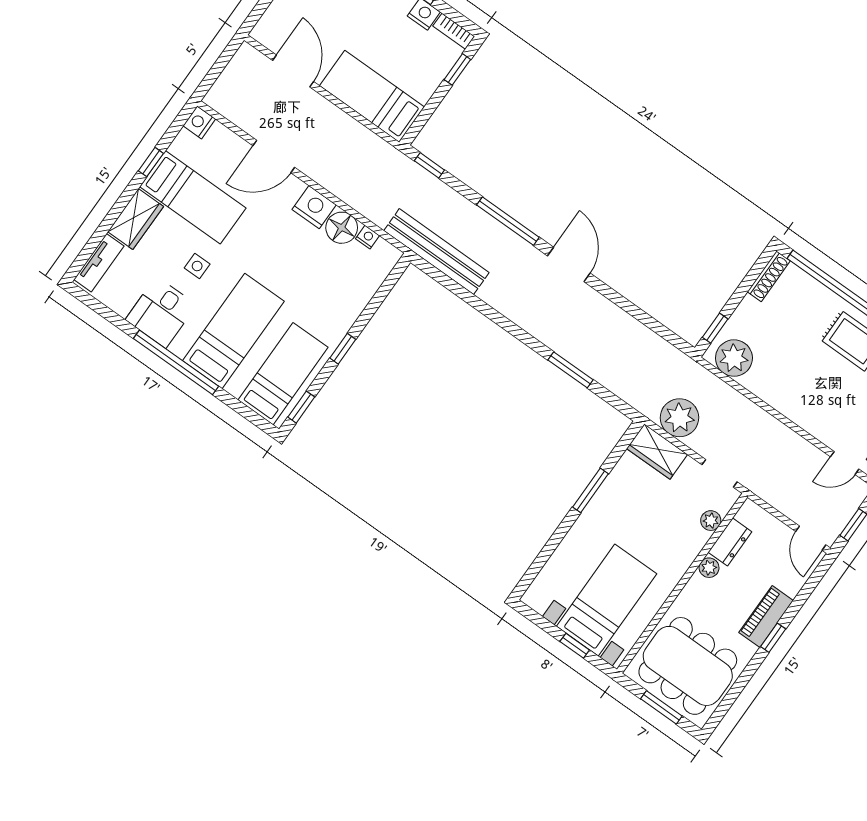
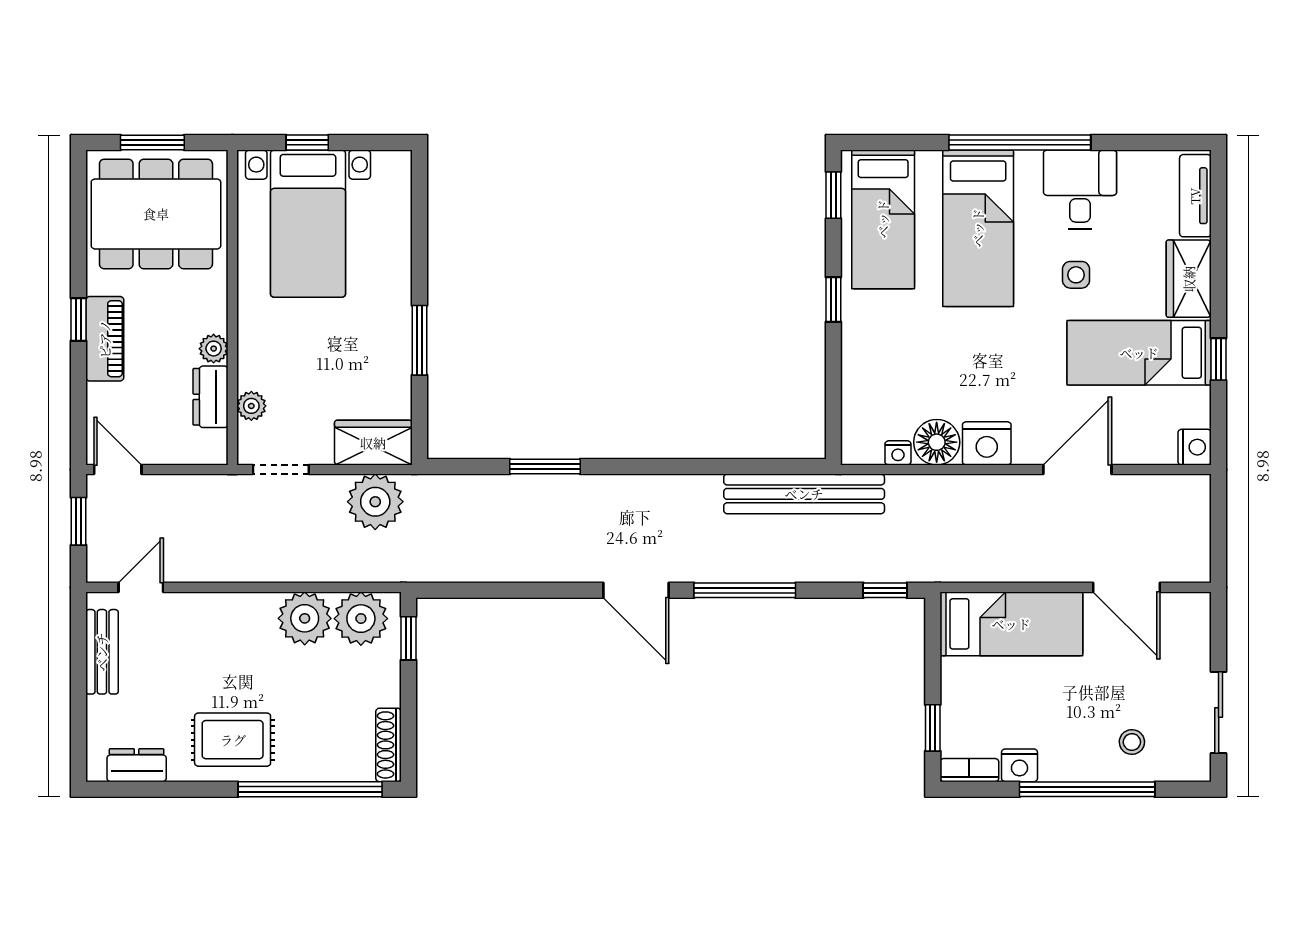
plant: (765, 381) -> (305, 618), added

